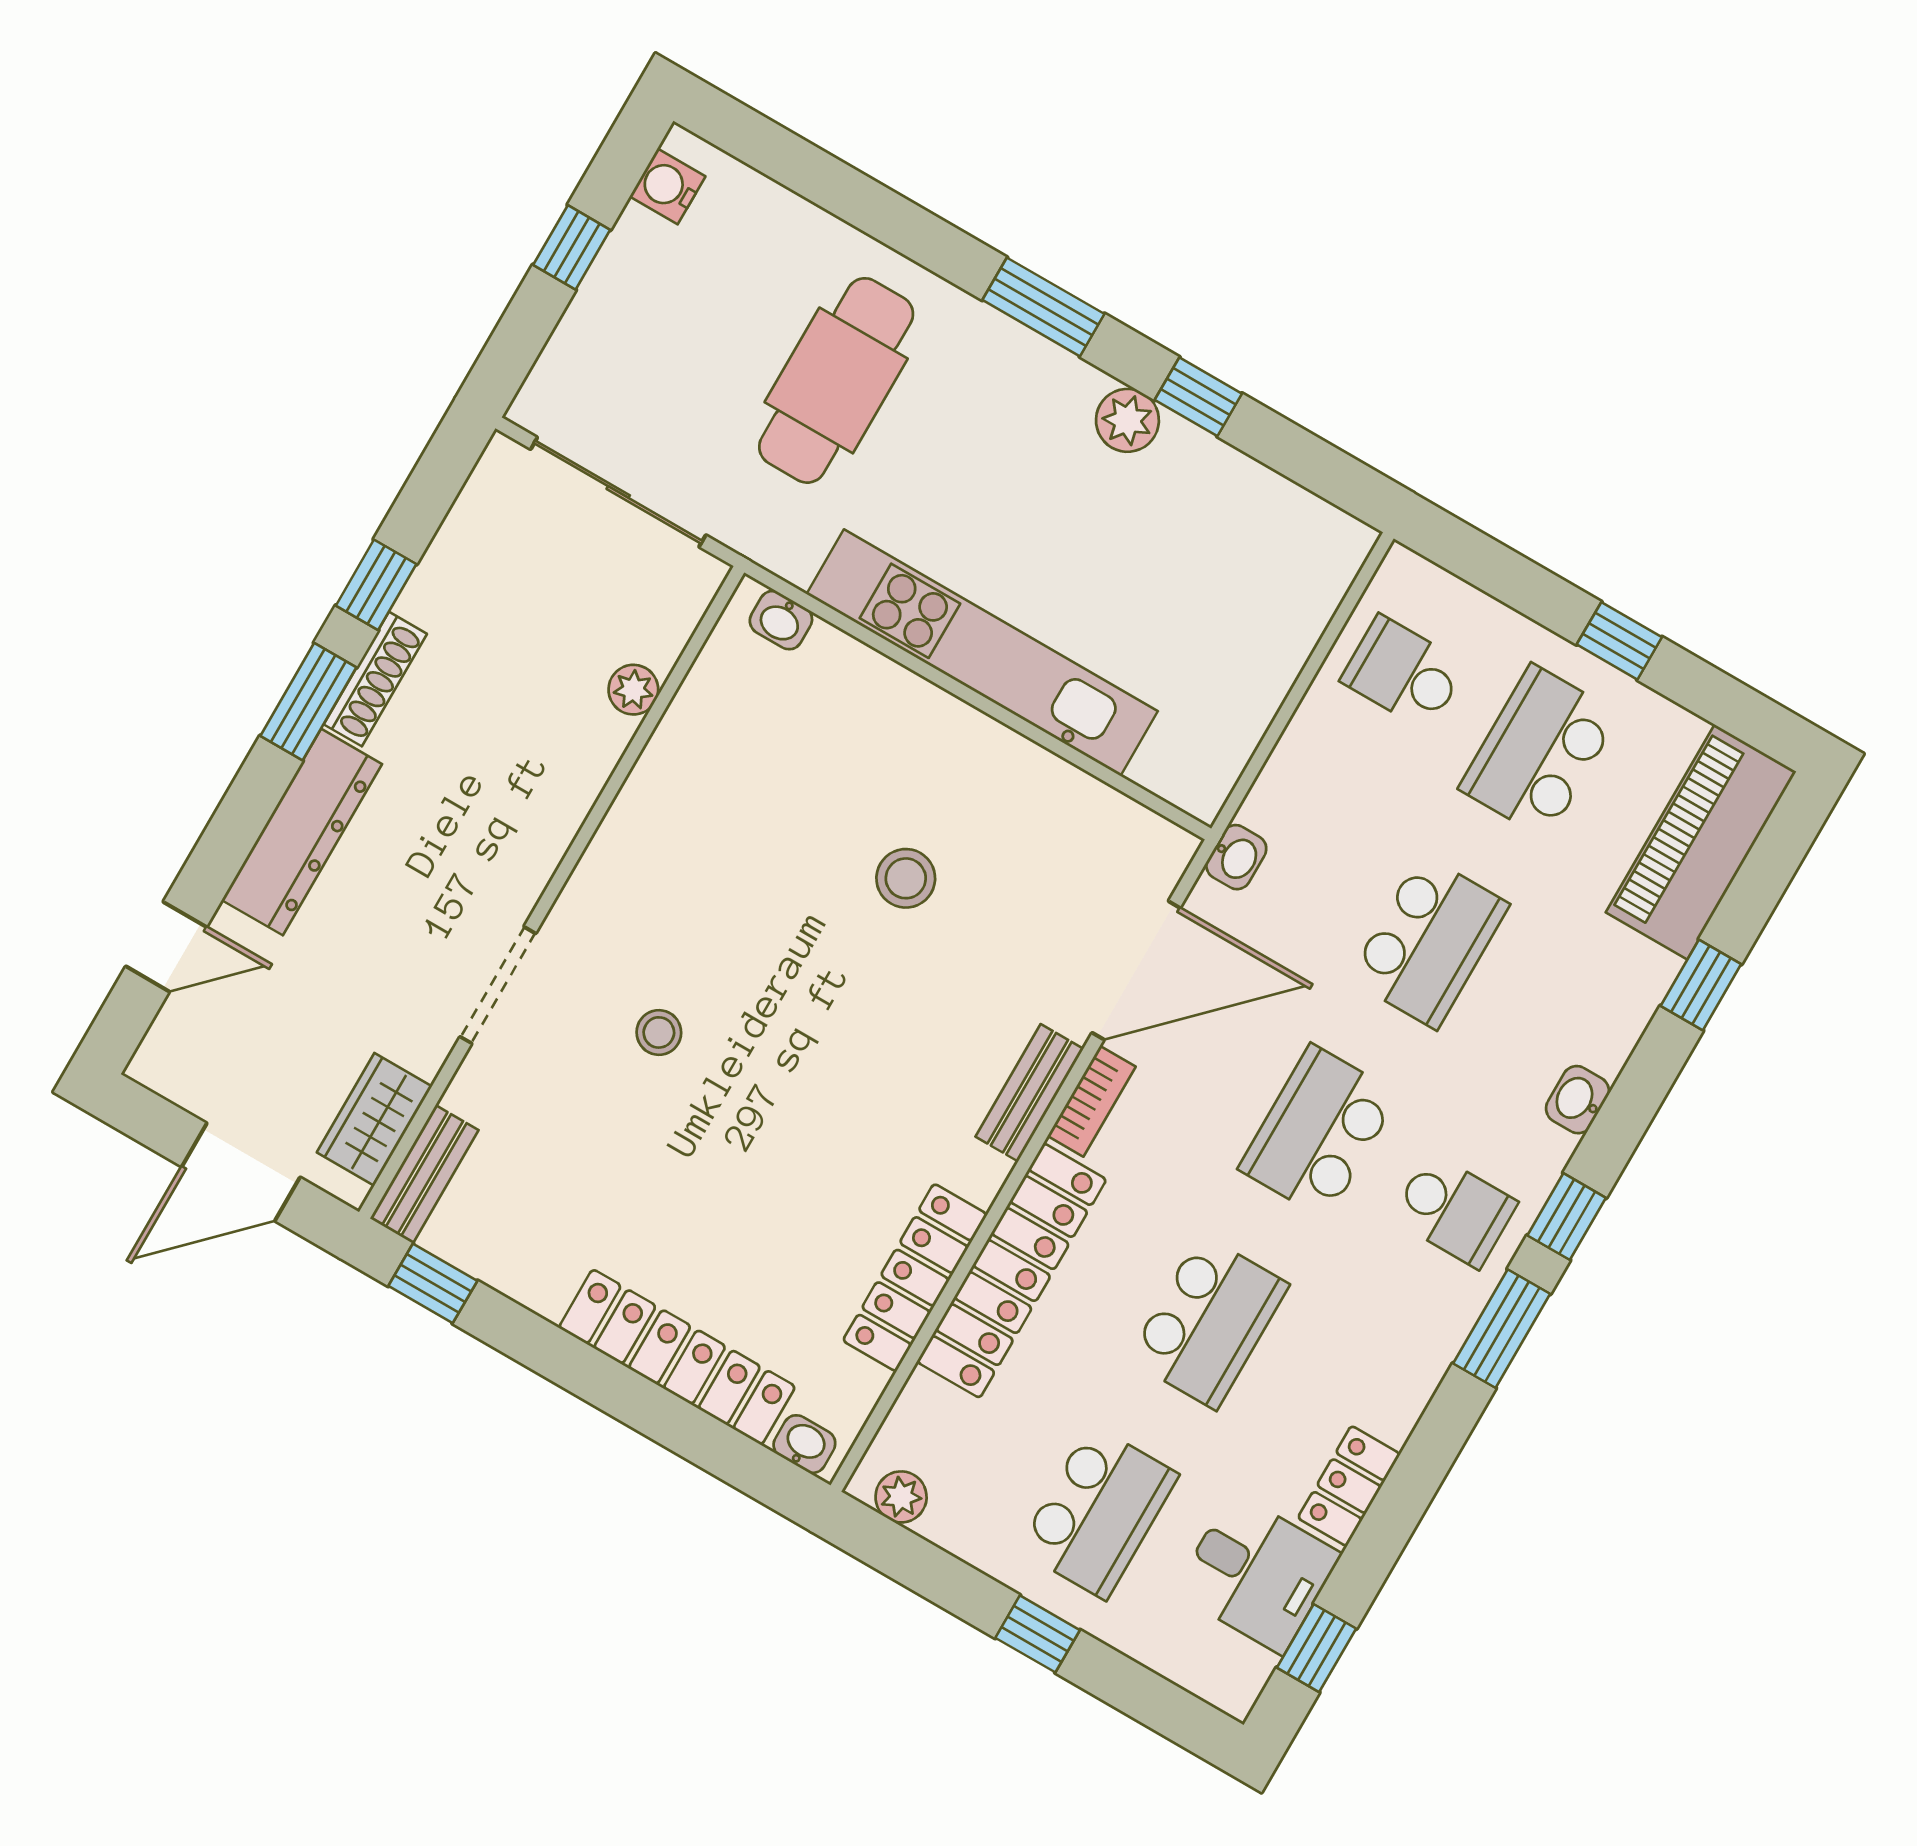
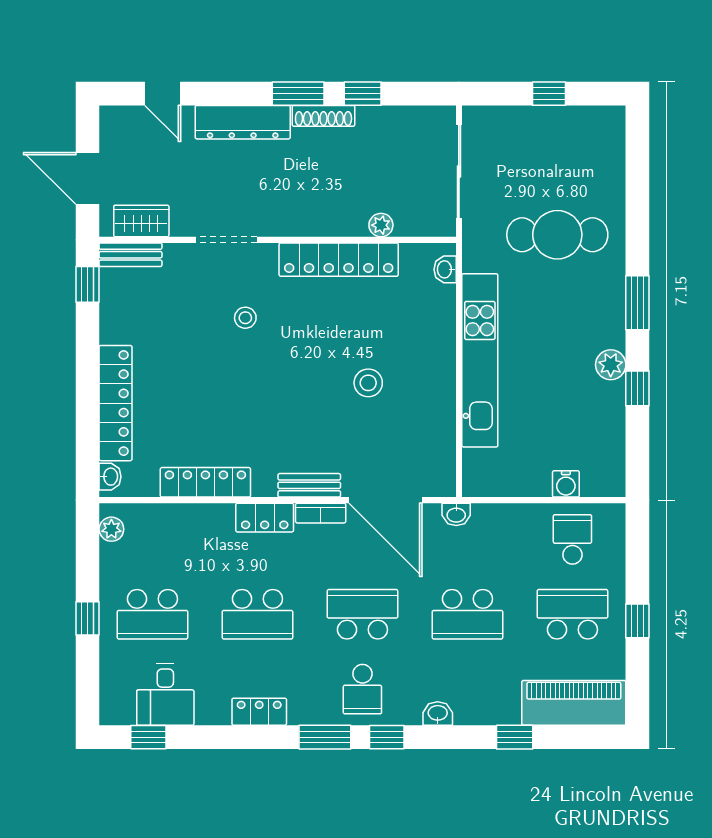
water cooler: (668, 186) -> (566, 484), moved, turned 180
locker: (651, 802) -> (339, 260), added
locker: (1012, 1271) -> (265, 518), width x0.46, depth x0.83
locker: (1349, 1486) -> (259, 712), moved

